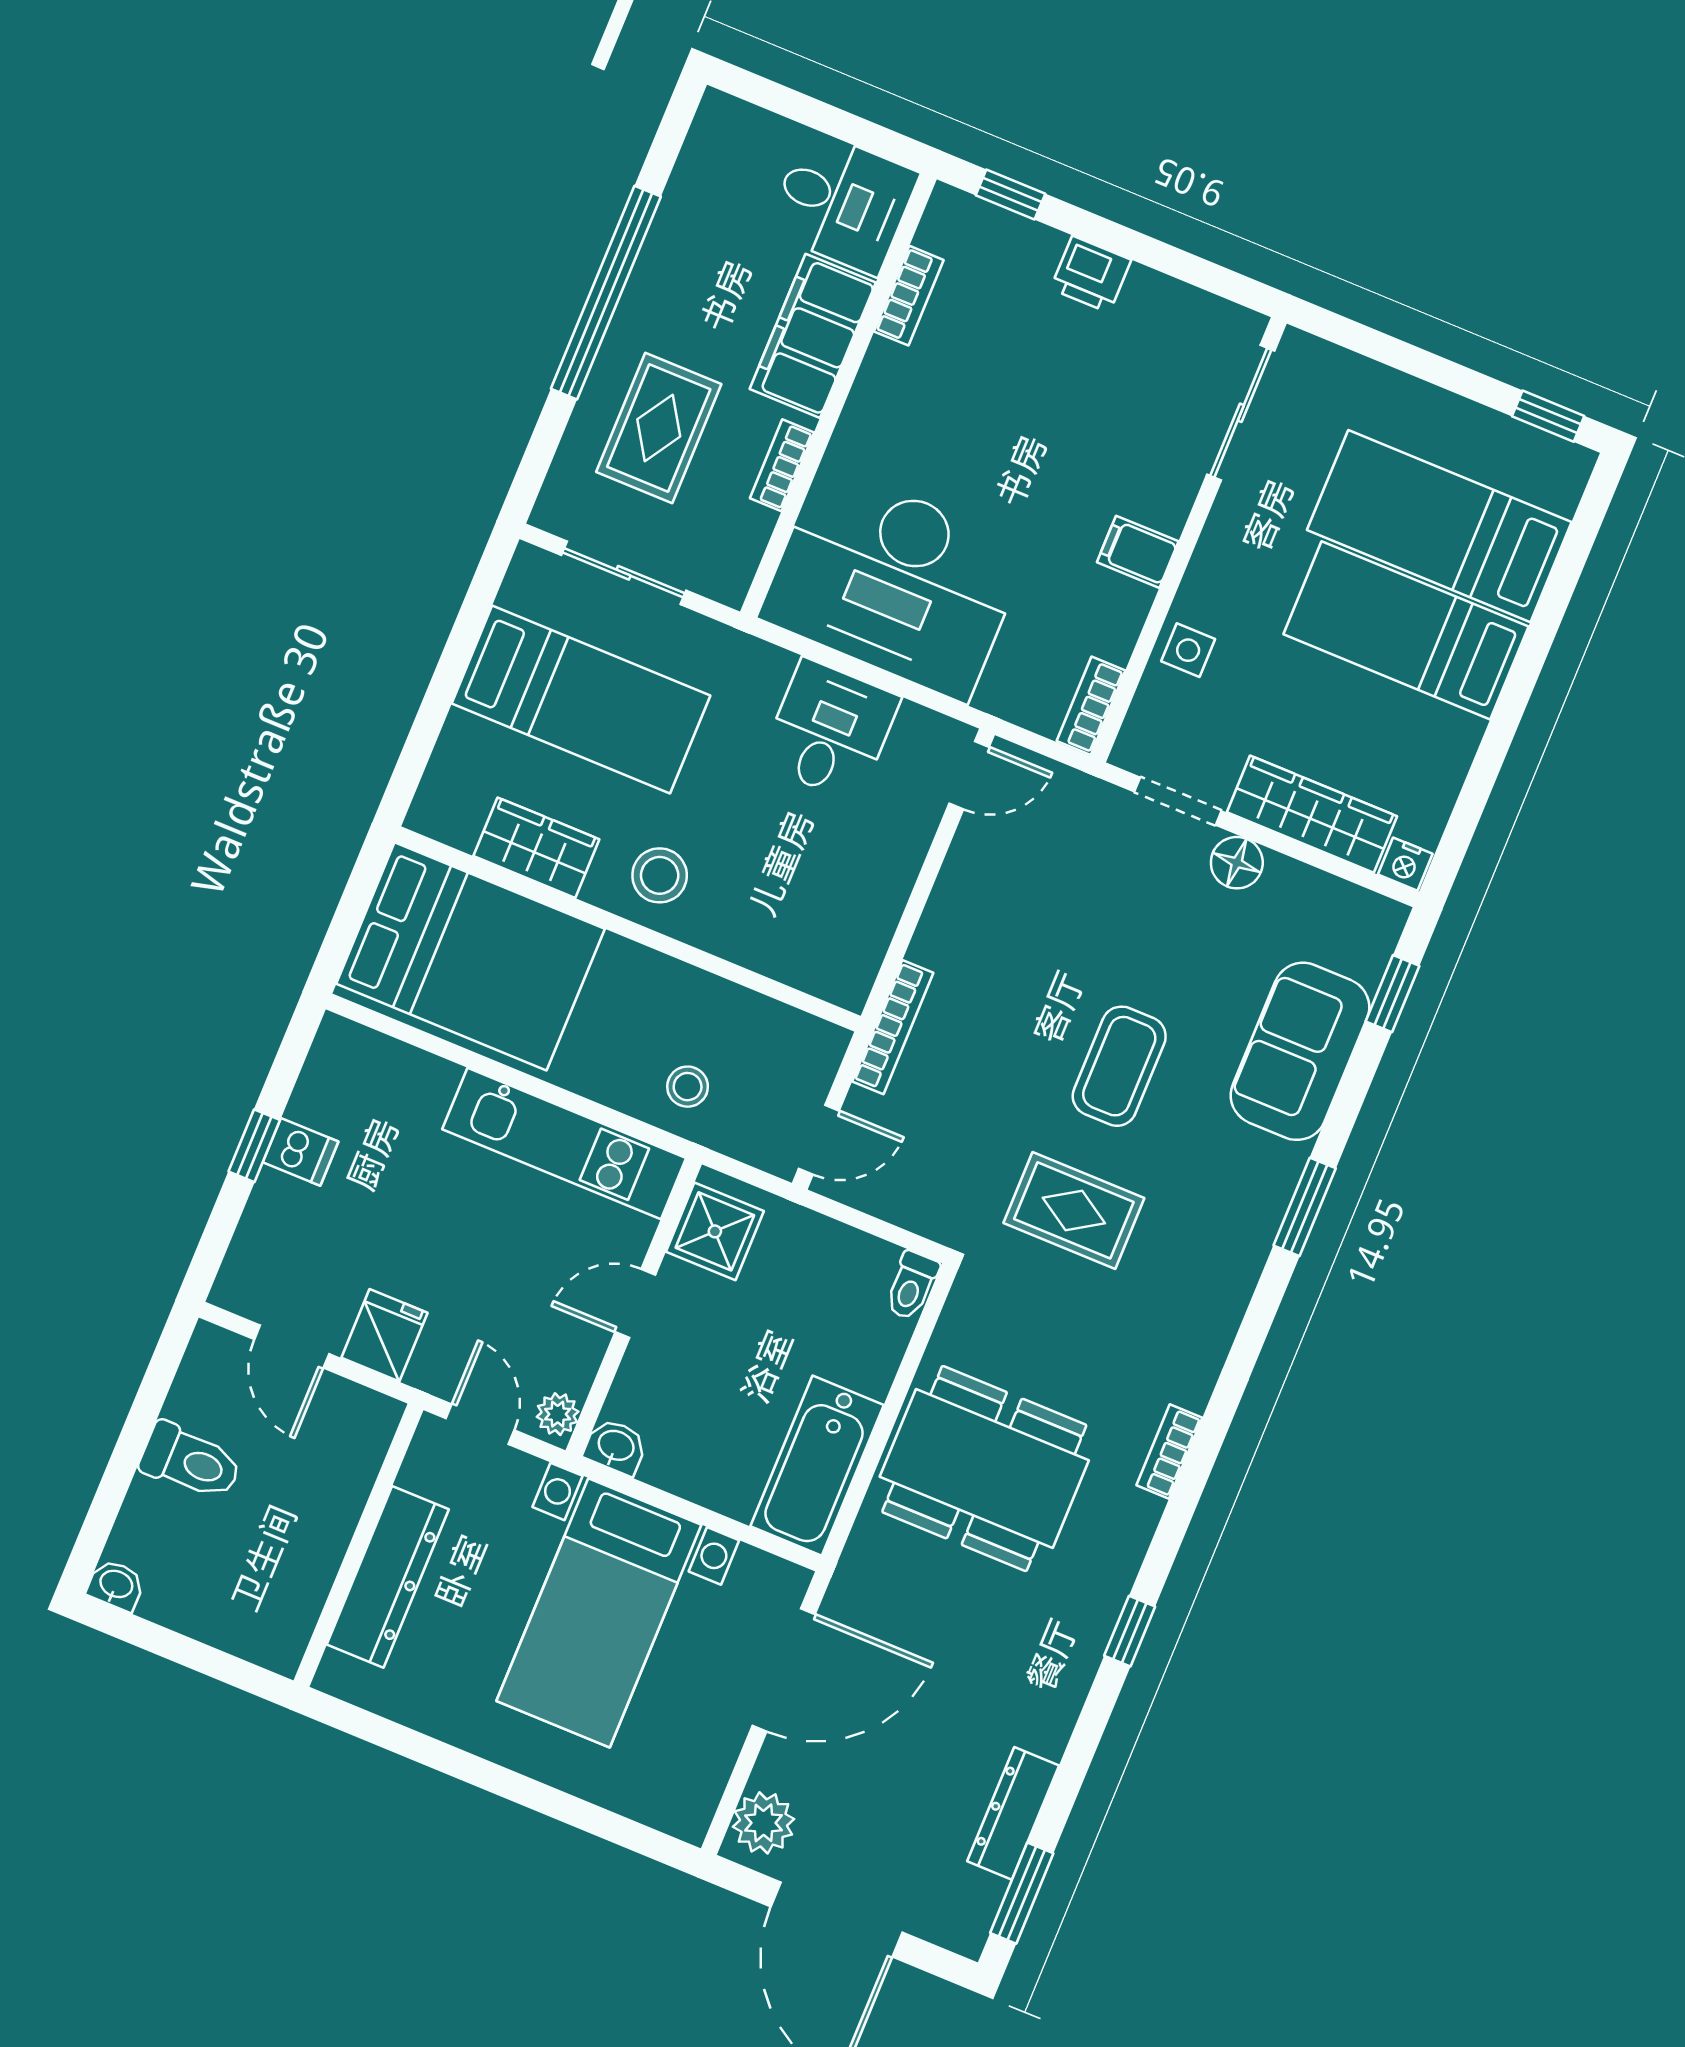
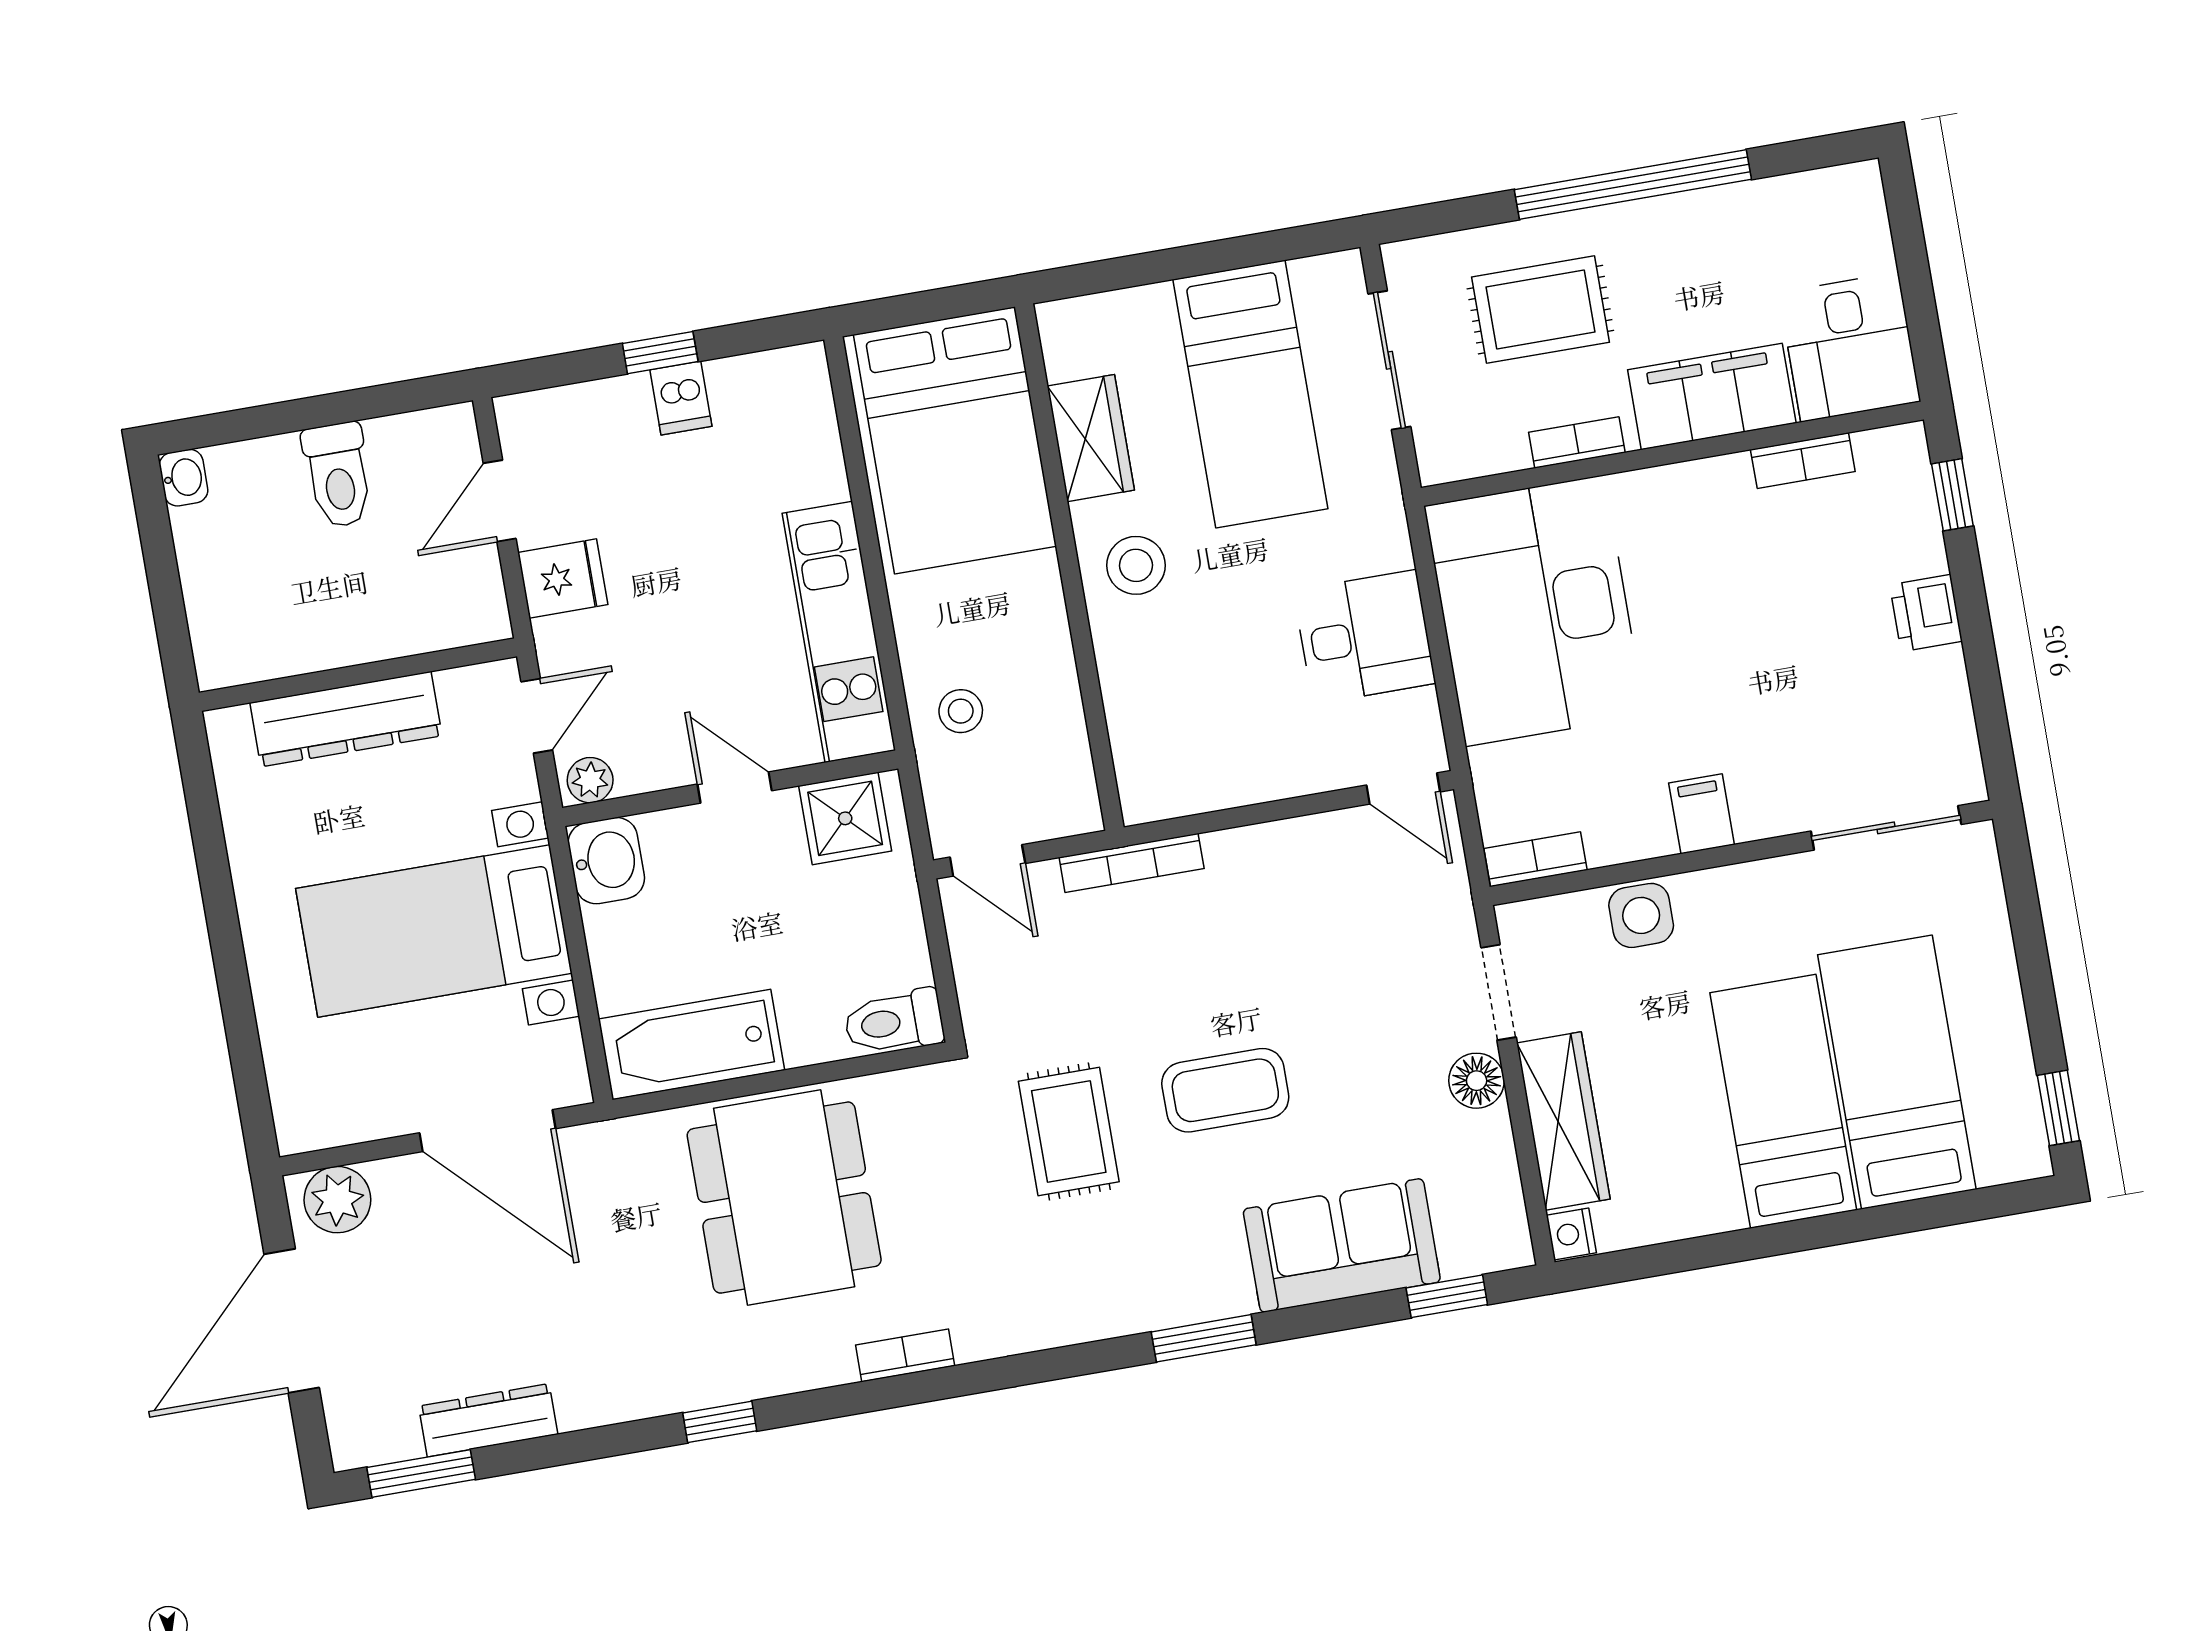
side table: (1188, 650) -> (1641, 915), width x1.37, depth x1.37
toilet: (912, 1286) -> (894, 1022), width x1.37, depth x1.39
washbasin: (616, 1447) -> (606, 861), width x1.38, depth x1.45

